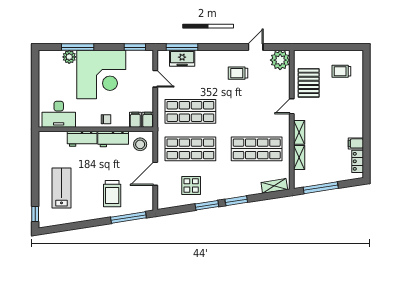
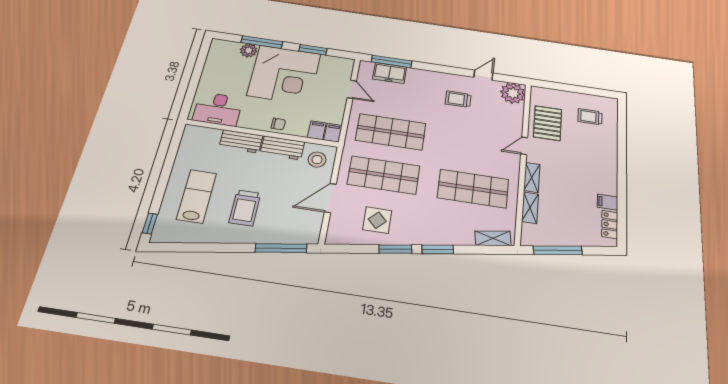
window: (135, 47) -> (313, 50), moved
trolley: (112, 194) -> (245, 208), moved

